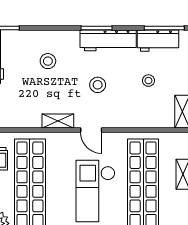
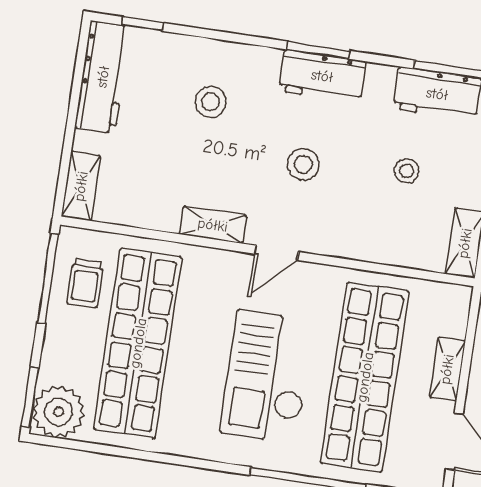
workbench: (108, 40) -> (322, 76), width x0.73
door: (91, 130) -> (277, 253), hinge flipped

